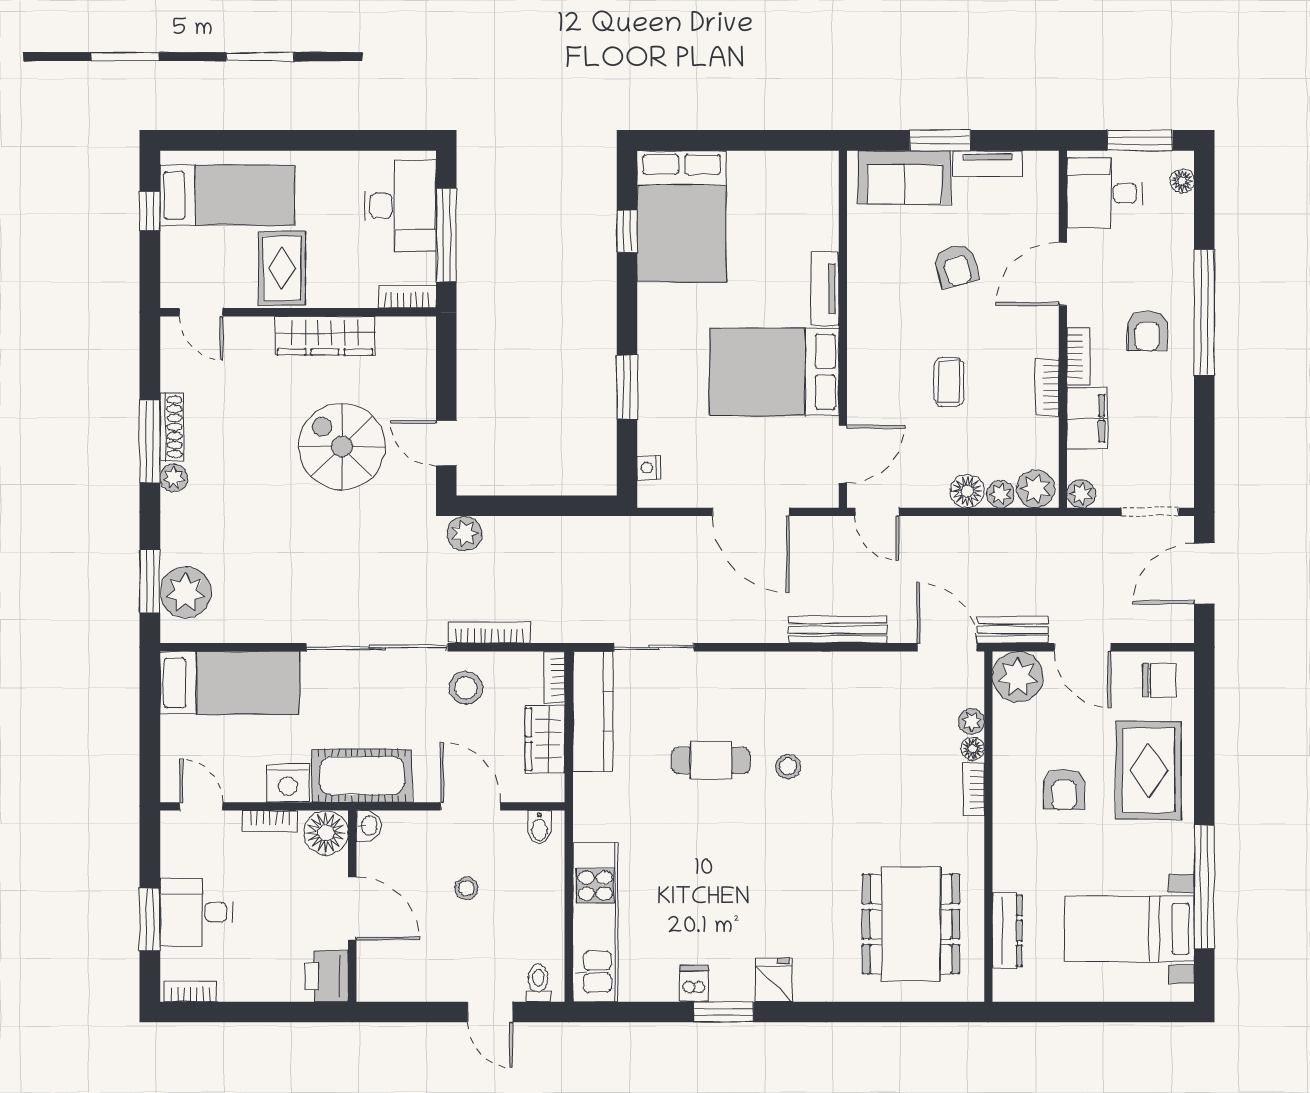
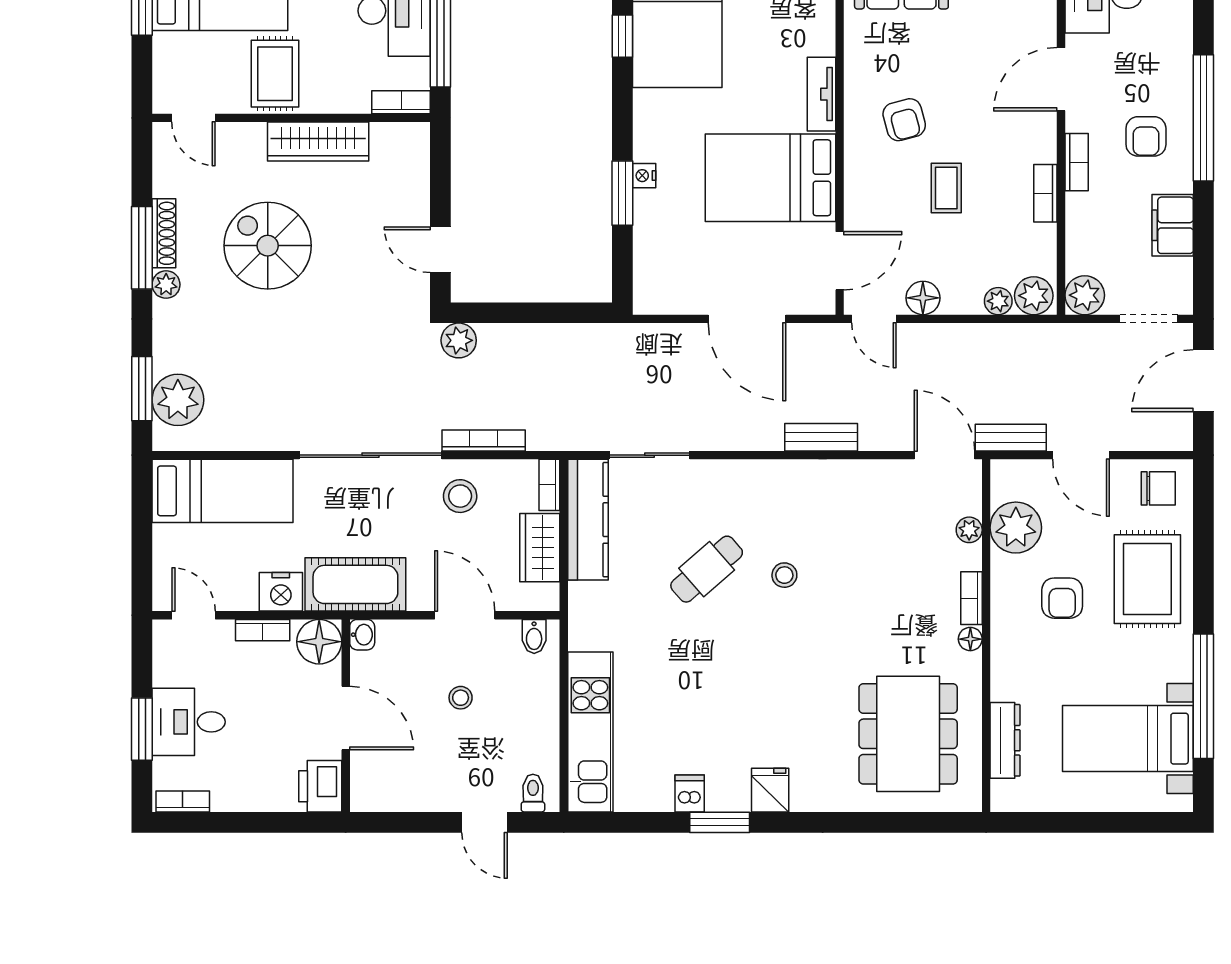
armchair: (956, 265) -> (904, 120), moved
filing cabinet: (1087, 418) -> (1173, 225), moved, turned 180
spiral stairs: (342, 447) -> (268, 246), moved
nightstand: (649, 468) -> (644, 176), moved
floor lamp: (967, 491) -> (923, 298), moved
plant: (1081, 494) -> (1085, 295), width x1.38, depth x1.38
bench: (838, 629) -> (821, 437), width x0.73
plant: (1018, 677) -> (1016, 528), moved
floor lamp: (973, 749) -> (970, 639), moved
cafe table: (711, 760) -> (707, 569), turned -41

